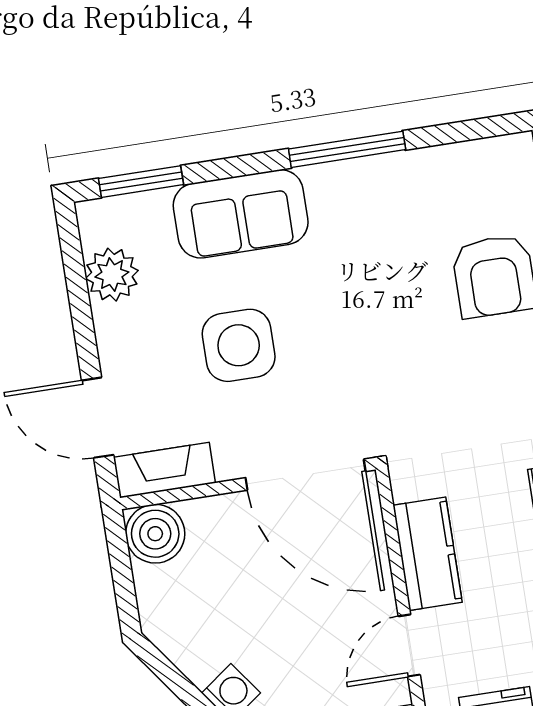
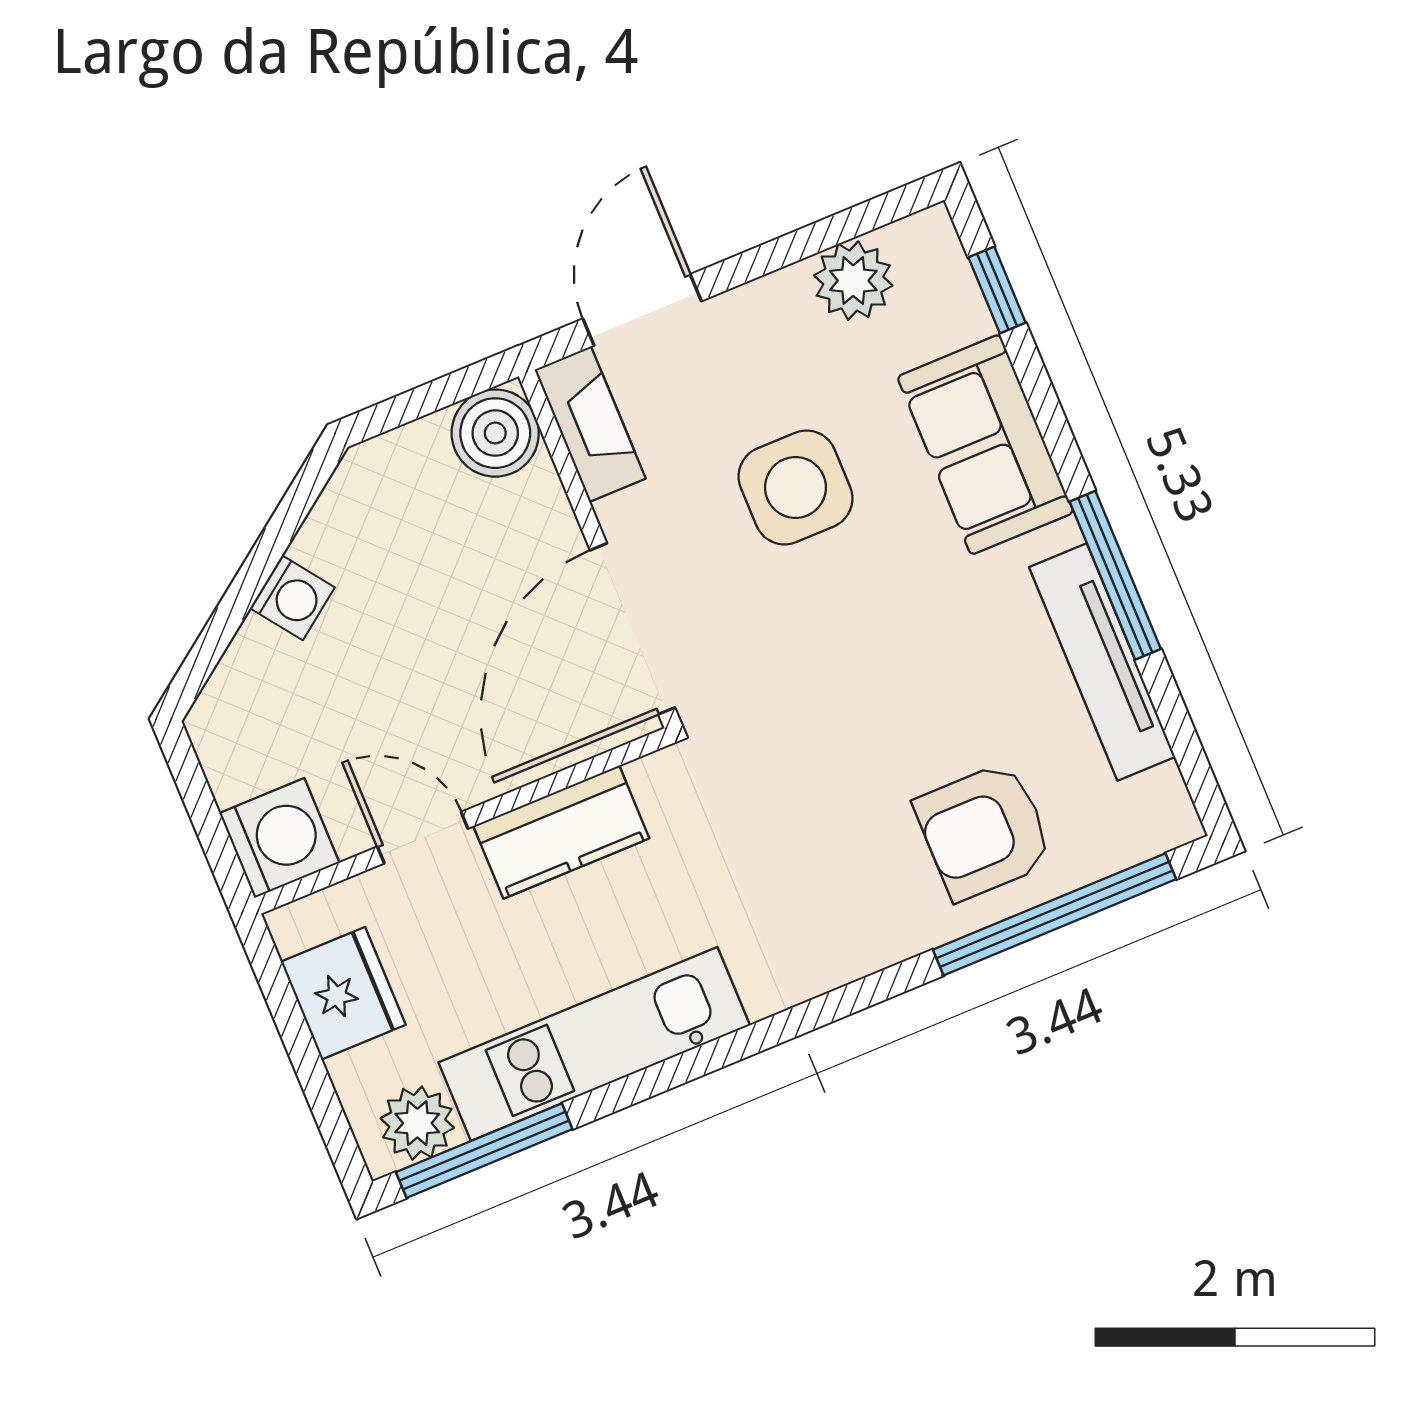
tv unit: (402, 172) -> (1102, 662), added
window: (141, 182) -> (997, 290), width x0.67

